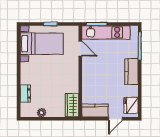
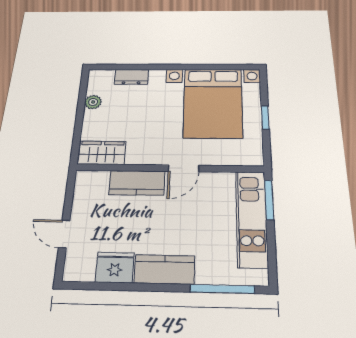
bed with nightstands: (42, 44) -> (213, 103), width x1.36
door: (80, 49) -> (184, 168), moved
fridge: (131, 105) -> (115, 267), moved
kitchen counter: (95, 110) -> (137, 183), moved, turned 90

